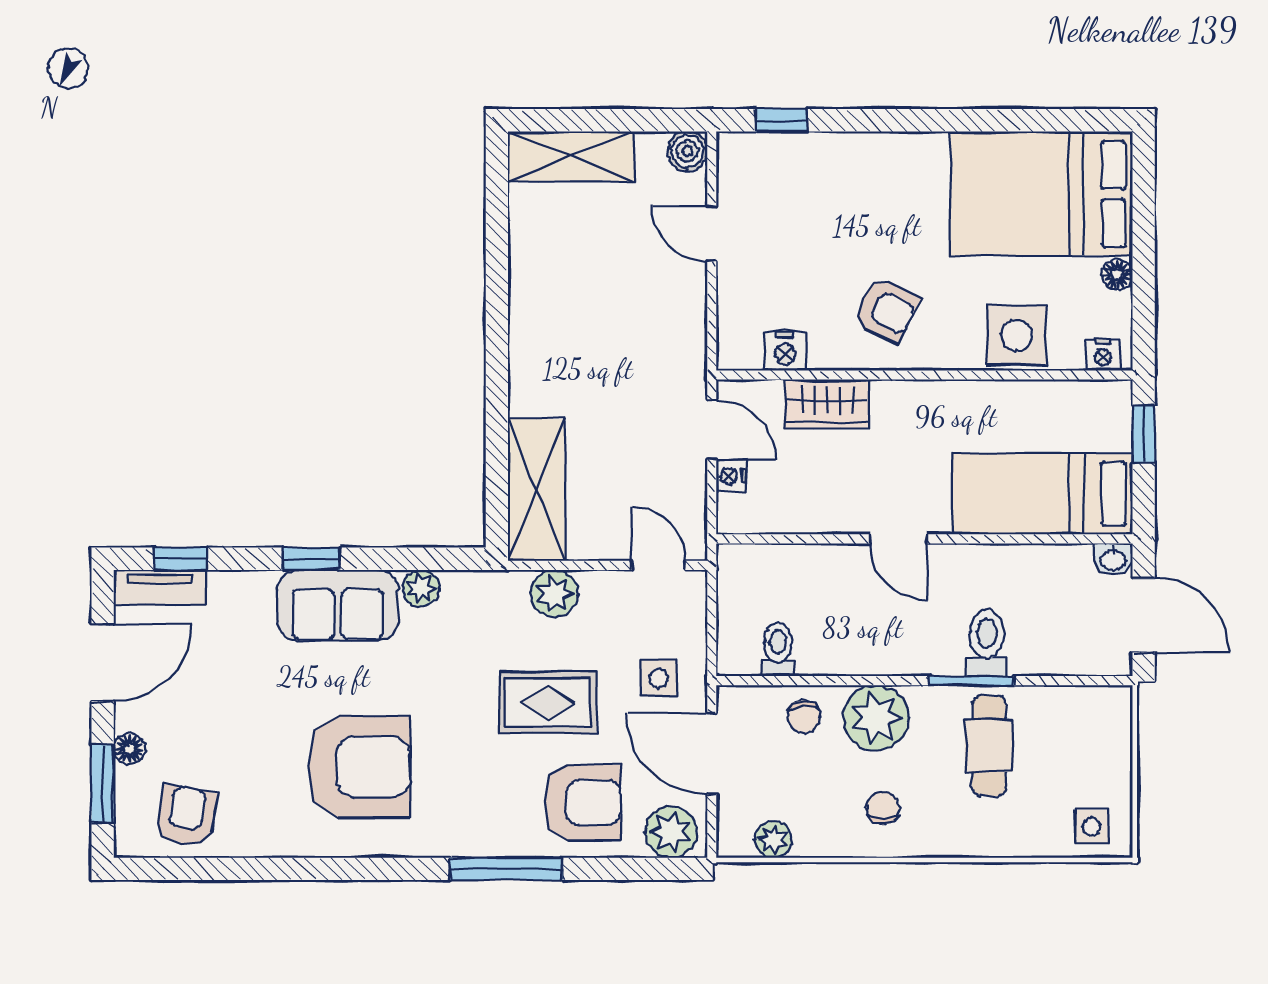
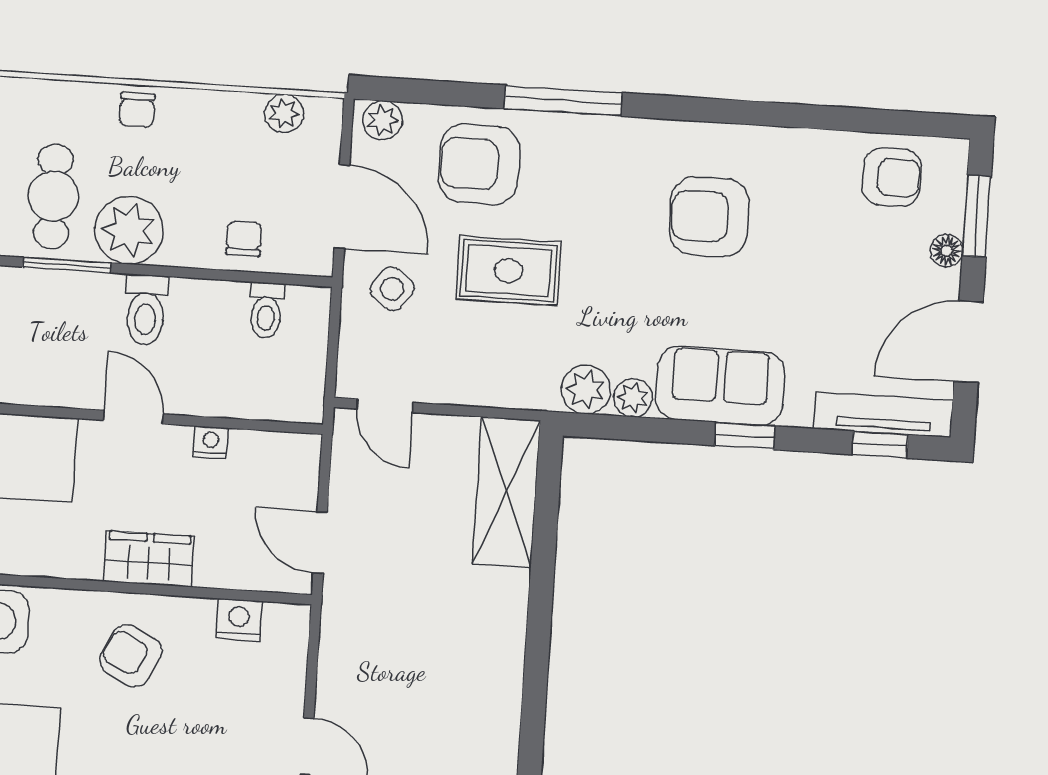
wardrobe: (827, 404) -> (149, 559), moved
nightstand: (731, 476) -> (211, 442), moved, turned -90
tv unit: (160, 588) -> (884, 415), width x1.41
plant: (554, 593) -> (586, 389), moved
toilet: (987, 643) -> (146, 310), moved
side table: (659, 678) -> (392, 289), turned 38
plant: (876, 718) -> (129, 230), moved
armchair: (359, 767) -> (709, 217), width x0.73, depth x0.73
chair: (883, 808) -> (137, 110), moved
armchair: (186, 816) -> (892, 177), turned -100
plant: (671, 832) -> (383, 120), width x0.73, depth x0.73

